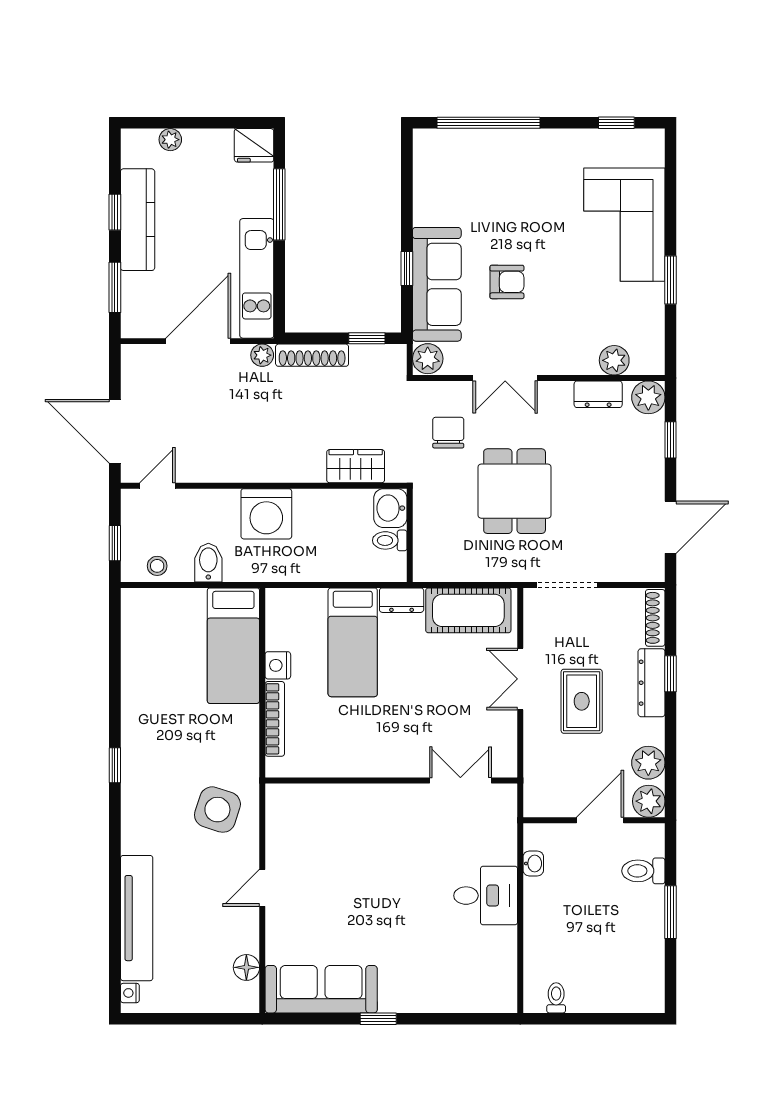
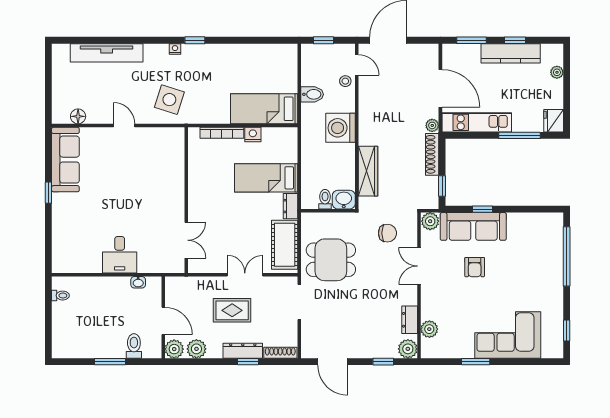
wardrobe: (356, 466) -> (368, 171), width x1.50
dining table: (515, 491) -> (331, 260), moved
stool: (157, 566) -> (345, 81), moved
nightstand: (130, 993) -> (175, 49), moved

